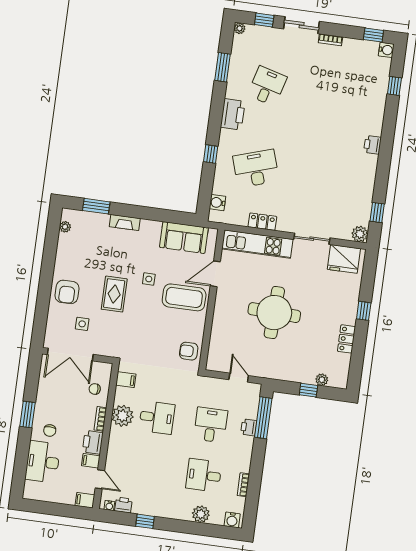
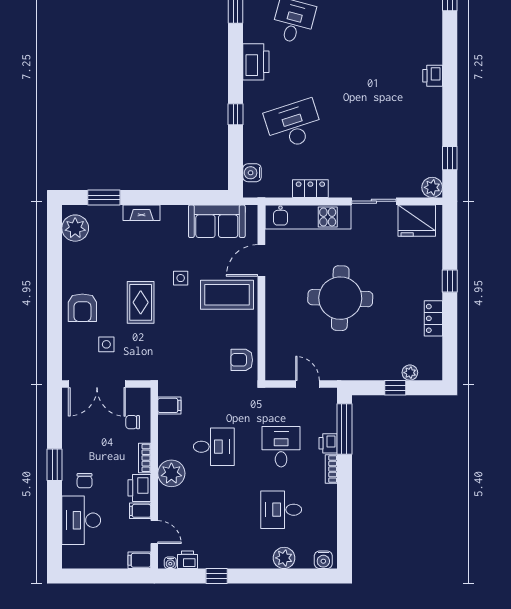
plant: (65, 227) -> (75, 228), width x1.87, depth x1.87
plant: (123, 416) -> (171, 473), moved
bookcase: (243, 485) -> (331, 469), moved

